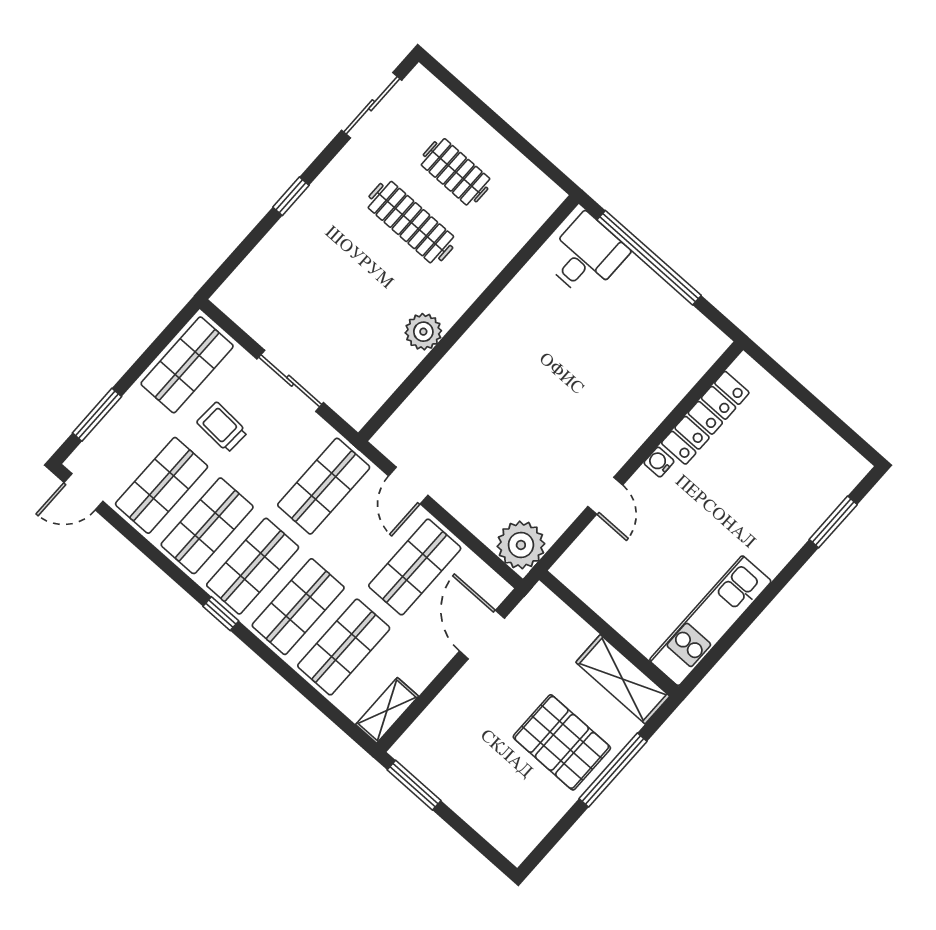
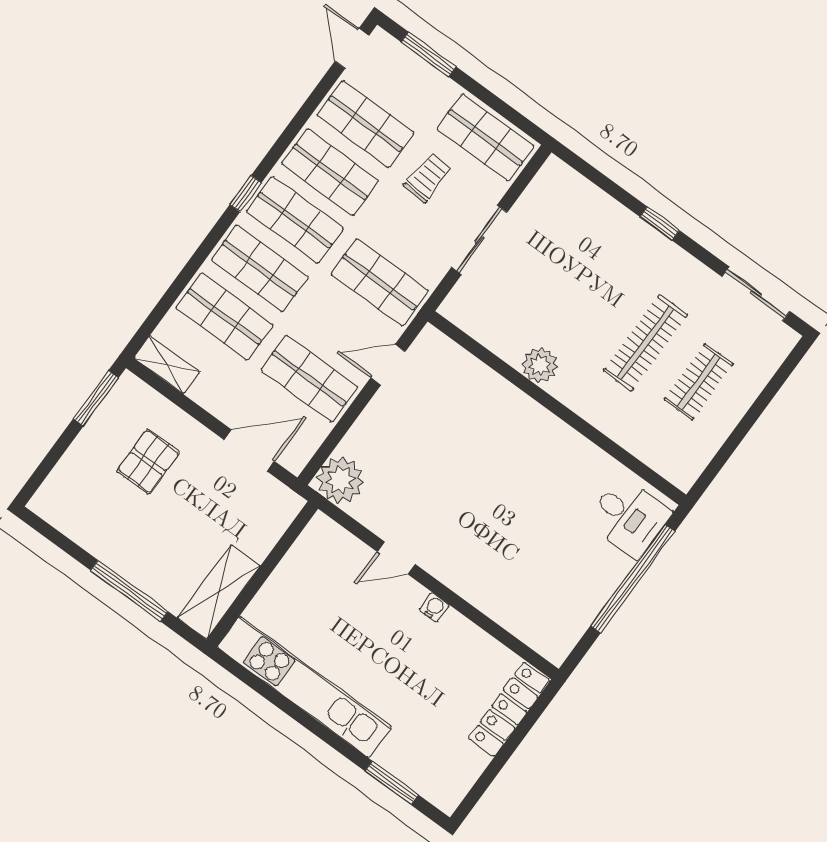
locker: (705, 418) -> (509, 709), moved, turned 90
kitchen unit: (710, 621) -> (304, 687), width x1.36
pallet: (562, 742) -> (148, 462), moved, width x0.67, depth x0.71

